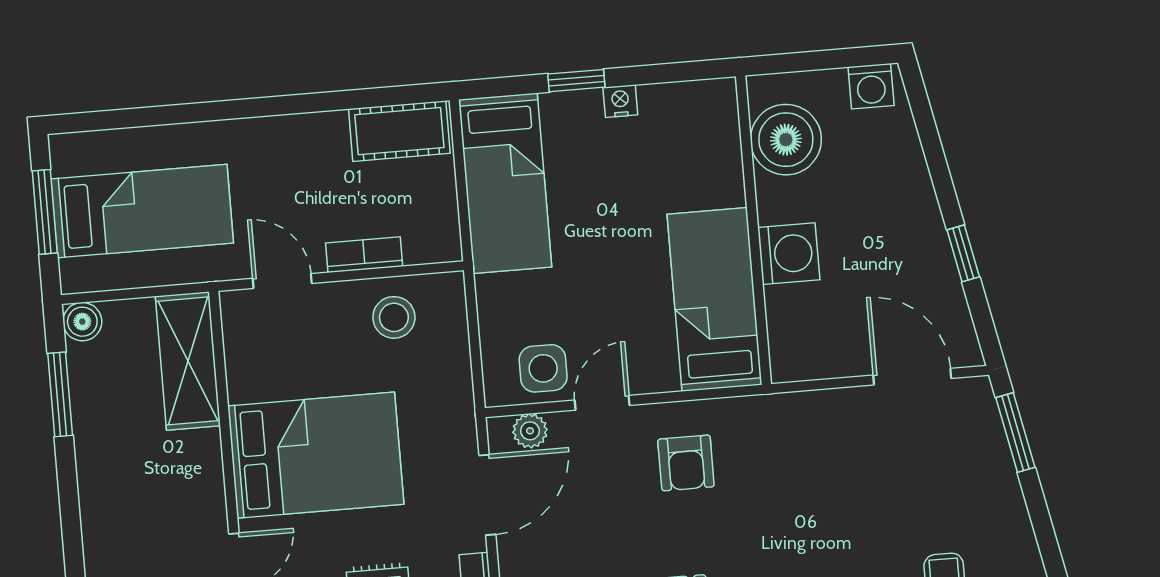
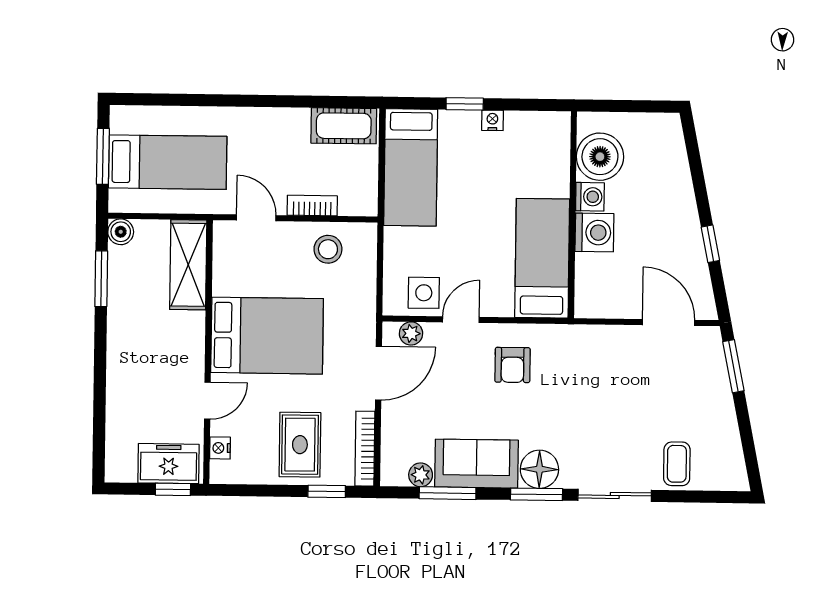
washing machine: (871, 86) -> (590, 197), moved, turned -90

